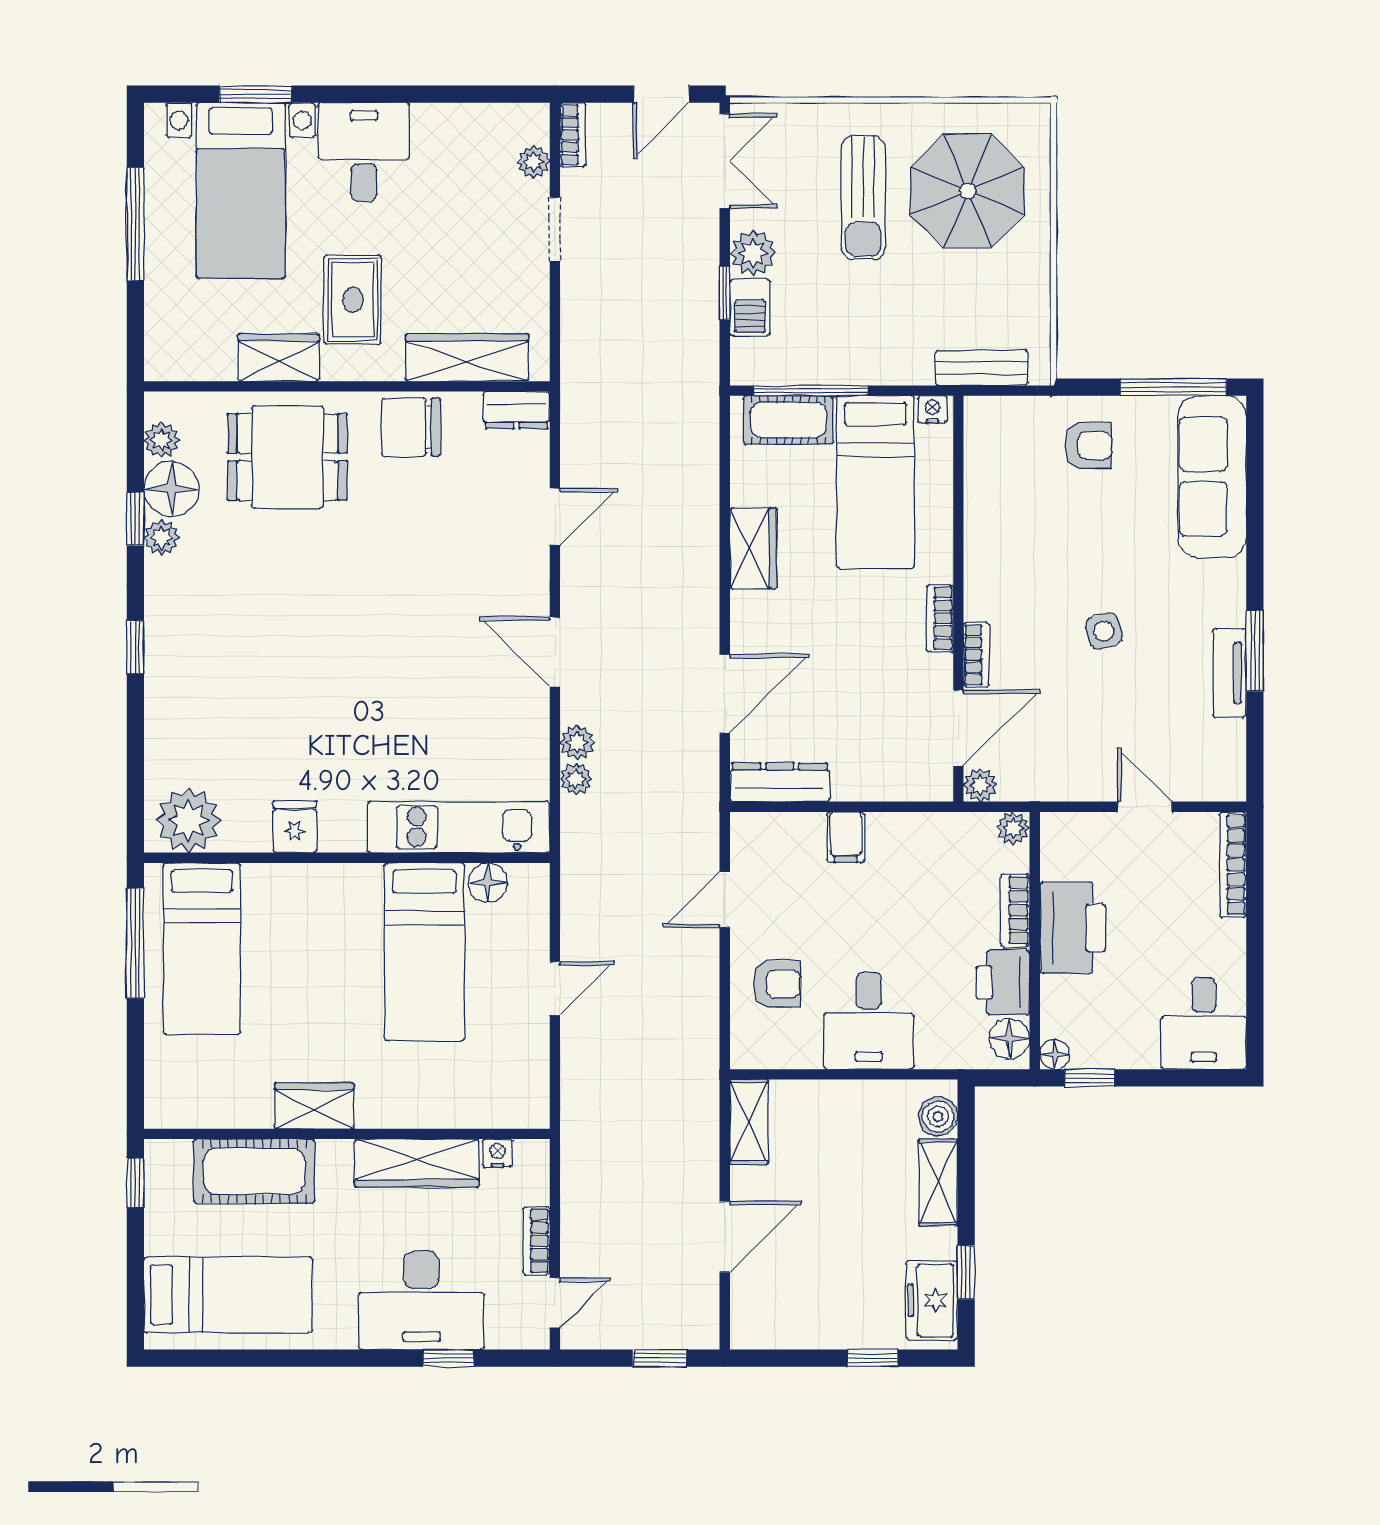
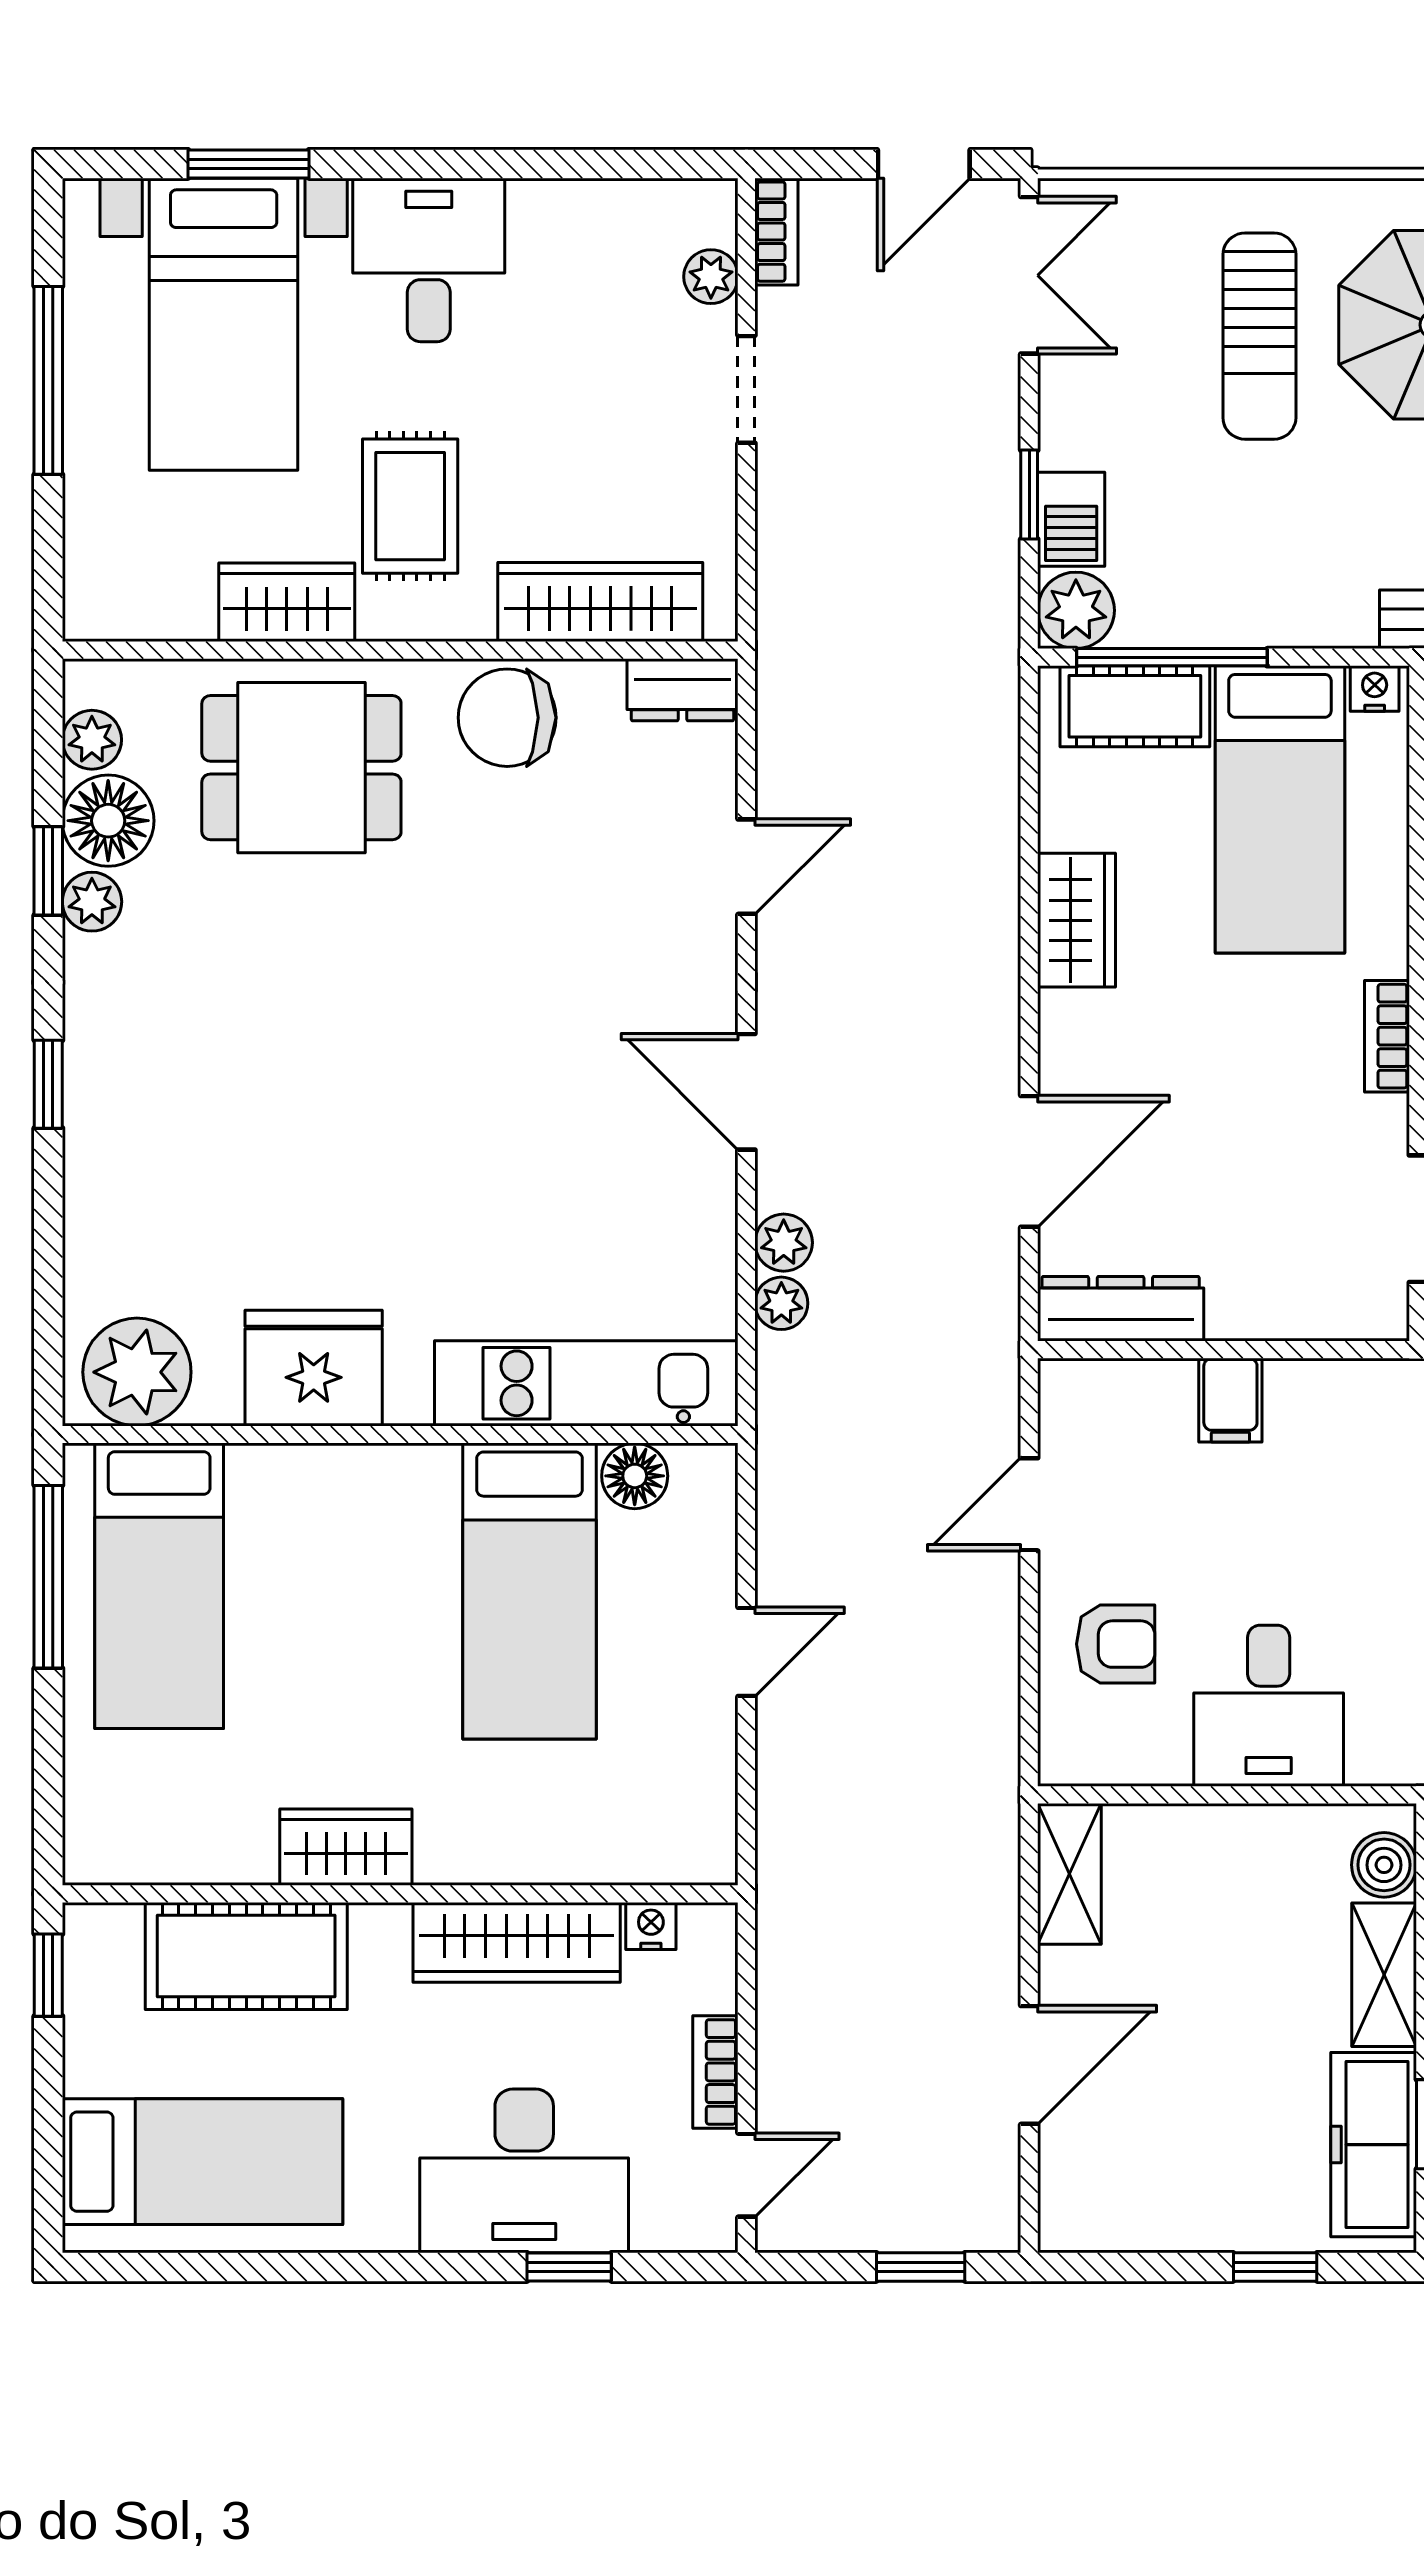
plant: (753, 253) -> (1076, 610), moved
fridge: (295, 827) -> (314, 1368), width x1.88, depth x1.34
freezer: (932, 1300) -> (1374, 2145), width x1.40

